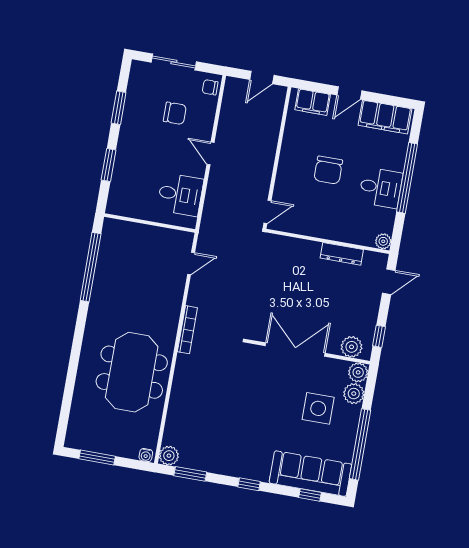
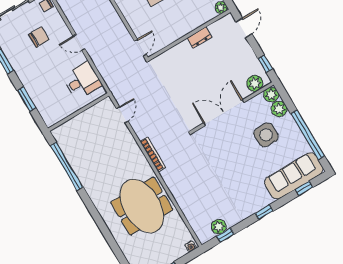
dresser: (342, 254) -> (199, 37), width x0.70
plant: (169, 456) -> (219, 227), moved
window: (190, 474) -> (225, 235), width x0.67

